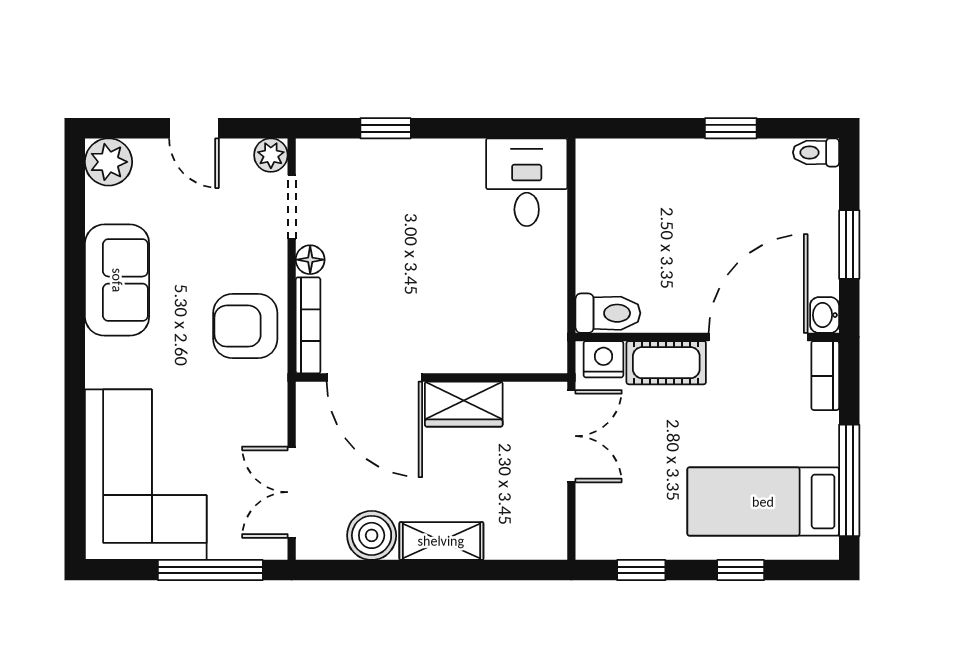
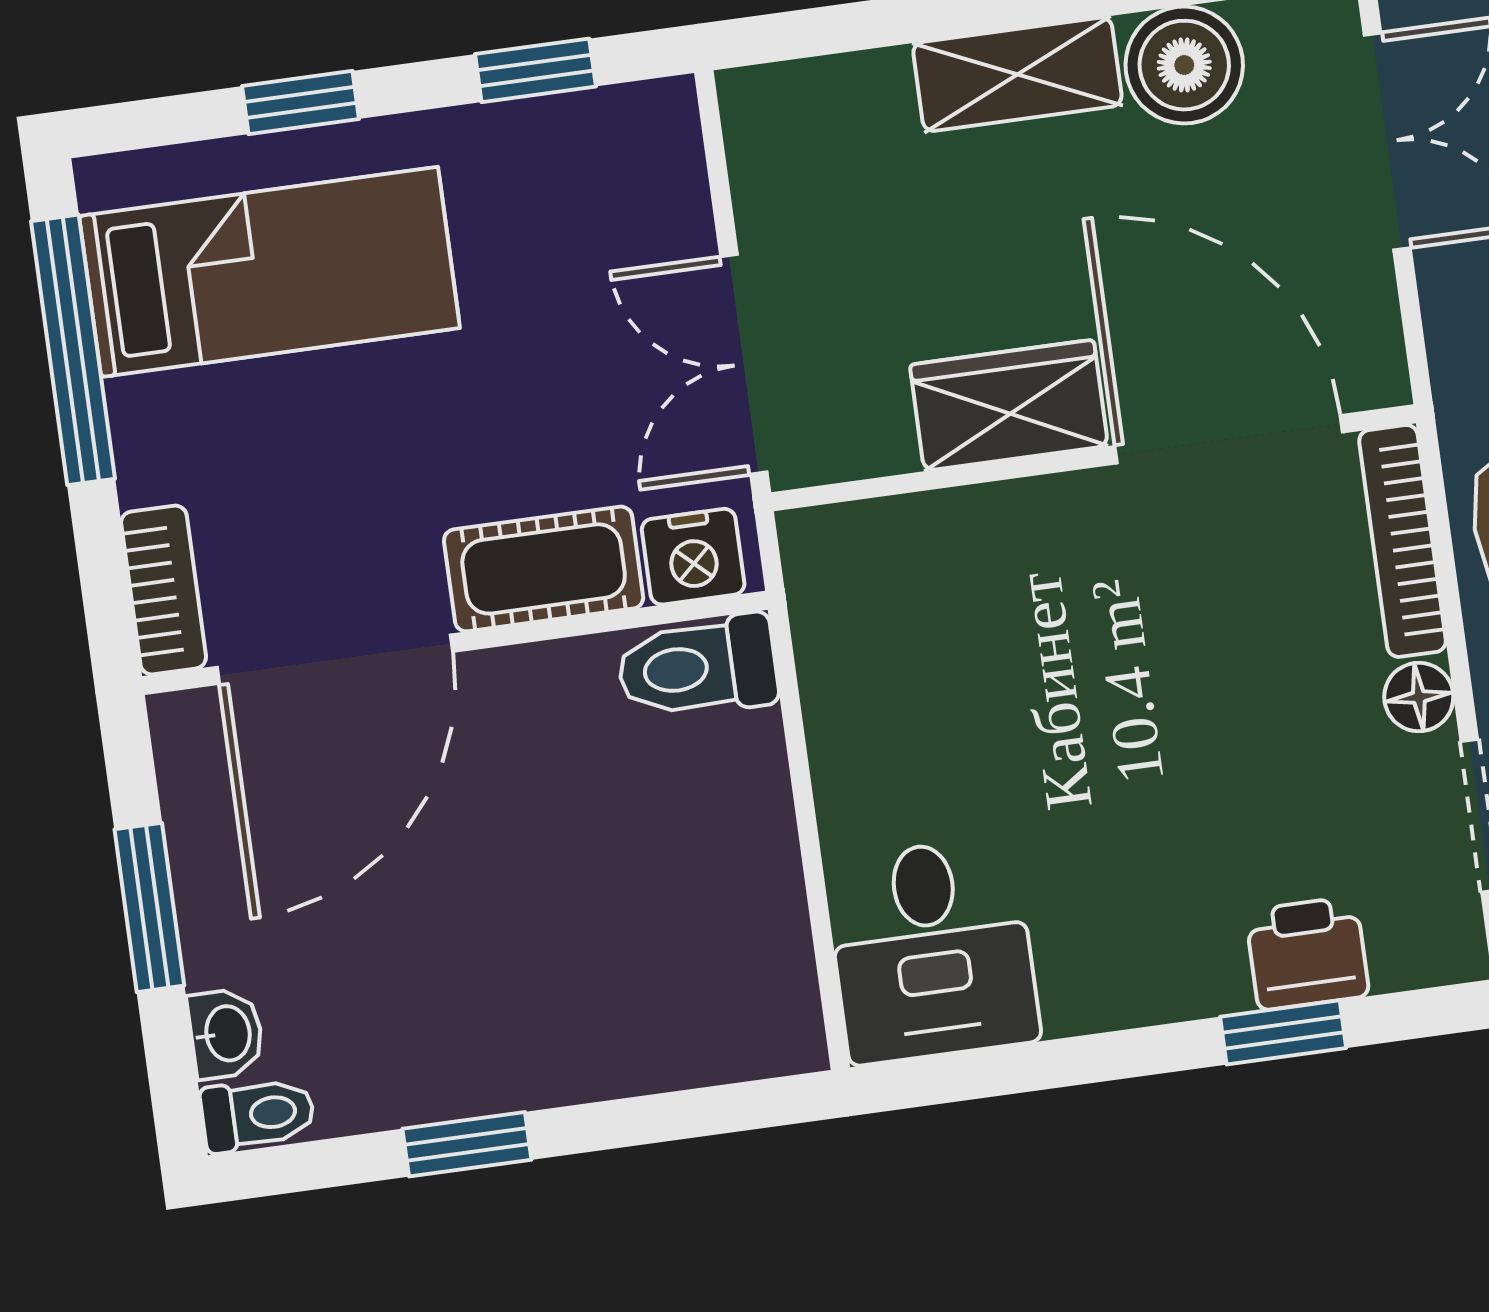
printer: (371, 160) -> (1307, 953), added
washbasin: (825, 315) -> (226, 1034), moved

